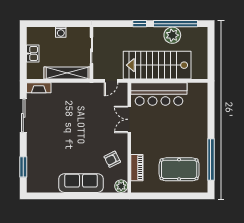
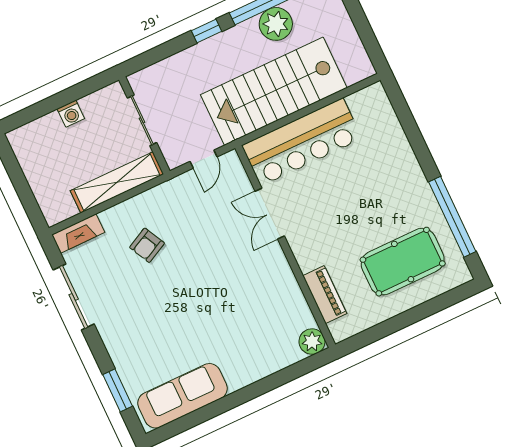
kitchen sink: (33, 53) -> (38, 176), removed
armchair: (112, 159) -> (147, 245), moved
sofa: (81, 183) -> (183, 396), moved

